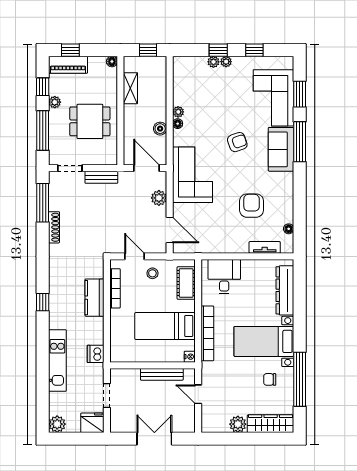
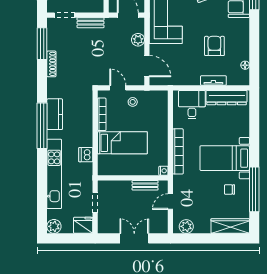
tv unit: (265, 247) -> (213, 81), moved
cot: (186, 283) -> (161, 110), removed
dresser: (285, 290) -> (227, 98), moved, turned -90
kitchen counter: (95, 298) -> (55, 114), moved, turned 180
window: (43, 302) -> (42, 126), width x3.17
bed: (165, 326) -> (122, 143), moved, turned 180
dishwasher: (96, 354) -> (86, 155), moved
kitchen unit: (57, 361) -> (54, 174), width x1.36
bench: (162, 374) -> (145, 185), width x0.73
door: (198, 394) -> (170, 202), hinge flipped
plant: (238, 424) -> (186, 226), moved

